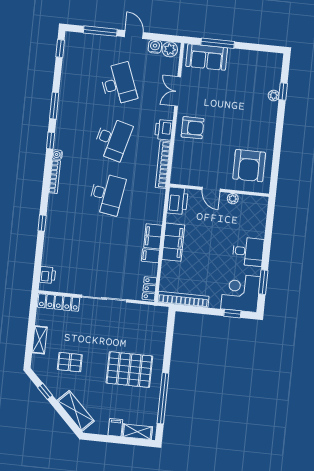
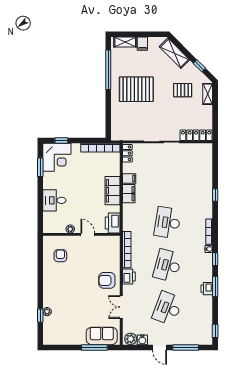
desk: (118, 84) -> (168, 308), turned 42
double door: (178, 91) -> (121, 307), swing flipped
armchair: (249, 166) -> (60, 256), width x0.53, depth x0.53
desk: (248, 252) -> (54, 200), moved
printer: (48, 275) -> (207, 289), moved
shelving: (40, 340) -> (208, 94), moved

